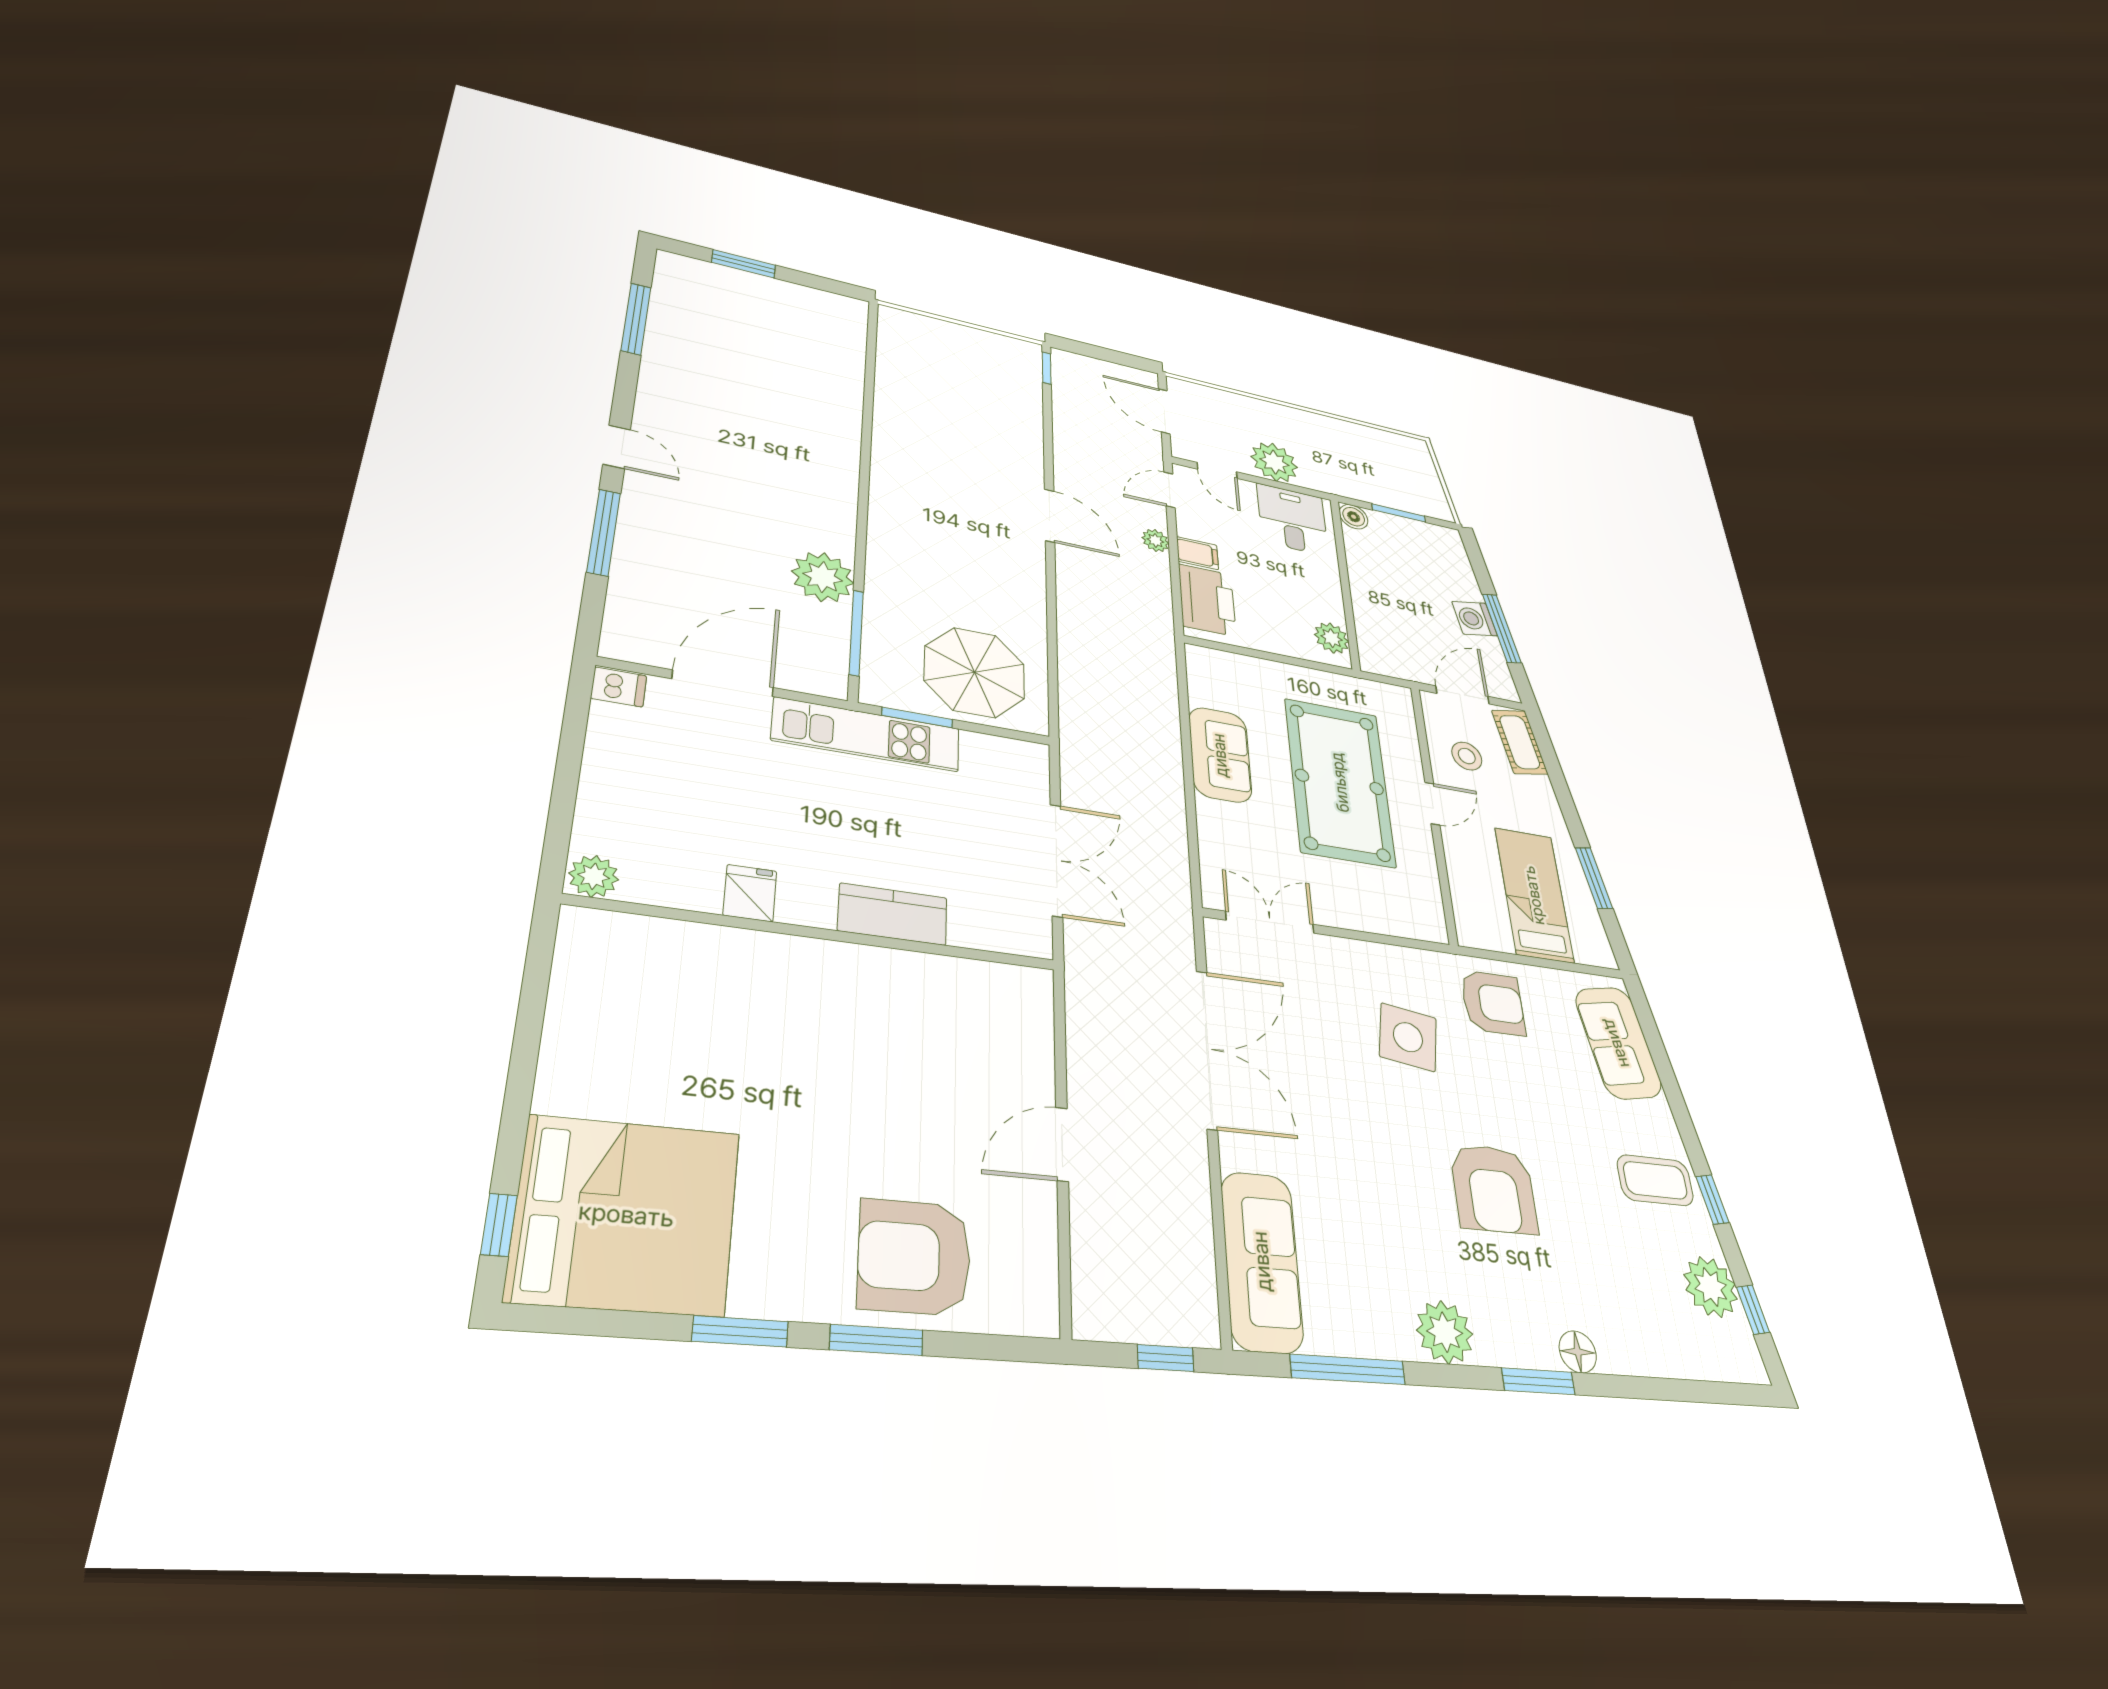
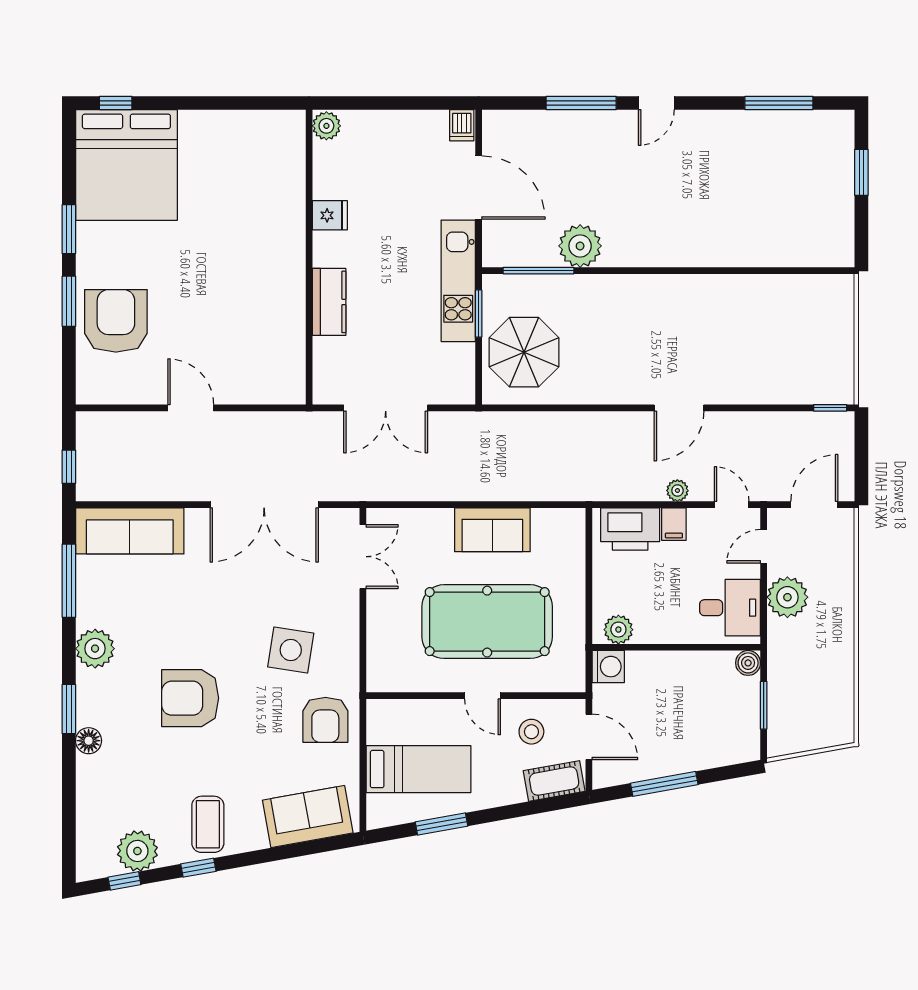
washing machine: (1475, 619) -> (608, 667), moved, turned 100

